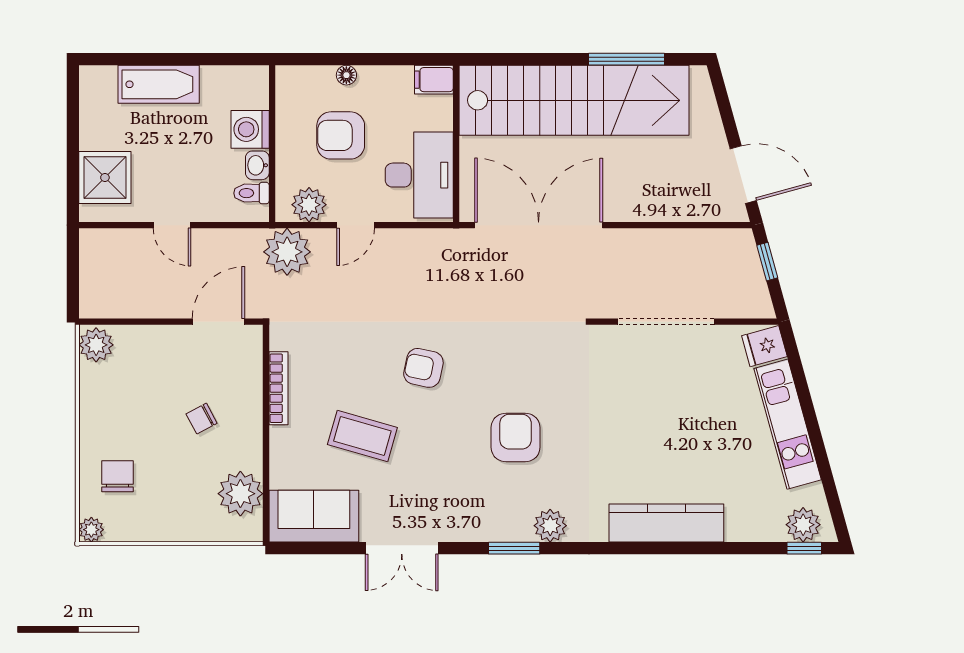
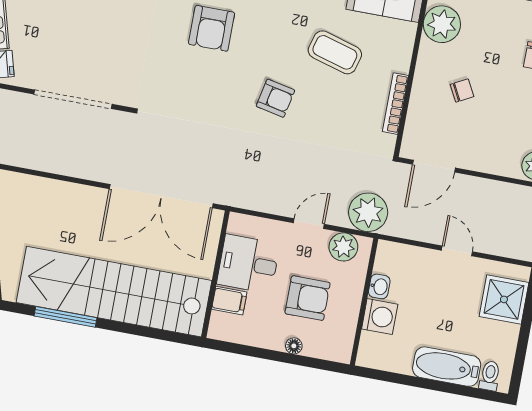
filing cabinet: (434, 80) -> (229, 301), moved
desk: (419, 175) -> (248, 264), width x0.73
toilet: (251, 193) -> (490, 376), moved, turned -90

